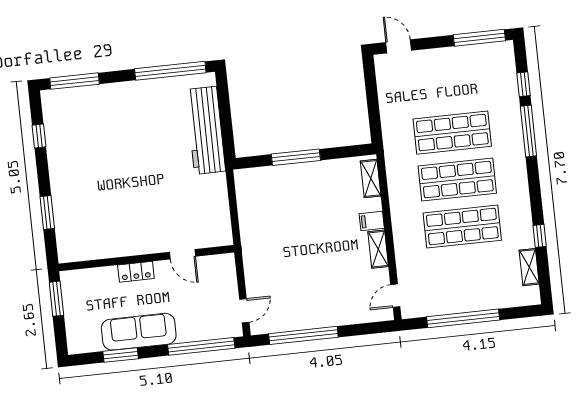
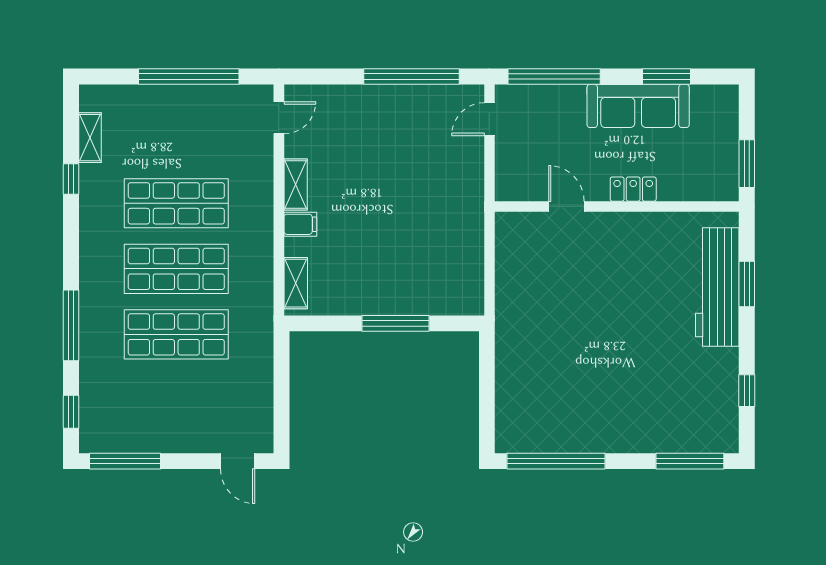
window: (523, 84) -> (71, 412), moved
workbench: (206, 130) -> (717, 287), moved, turned 180

